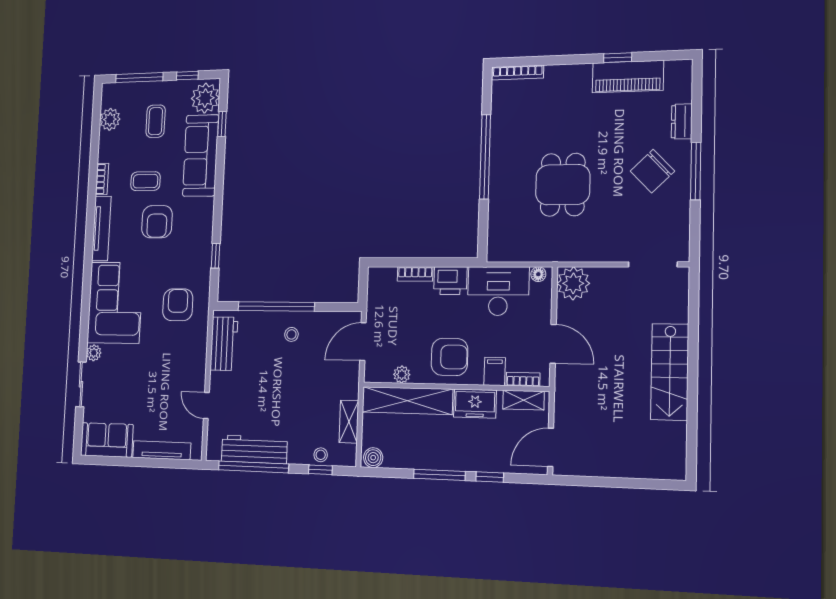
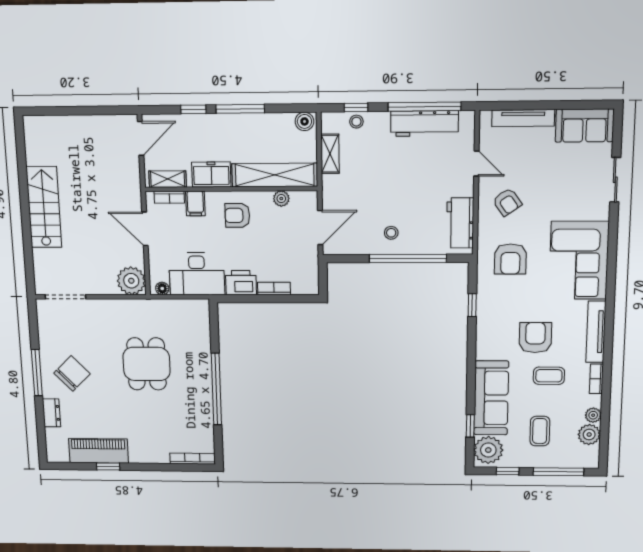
plant: (94, 353) -> (593, 415), moved
armchair: (450, 357) -> (237, 215), width x0.72, depth x0.72
armchair: (179, 364) -> (507, 202), added

